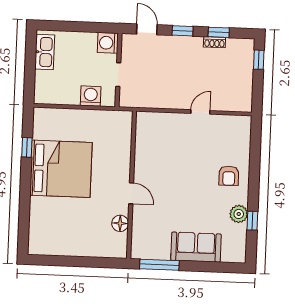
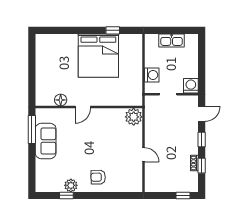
kitchen sink: (45, 52) -> (172, 40), moved
plant: (147, 124) -> (134, 117), added
sofa: (196, 247) -> (46, 141), moved

